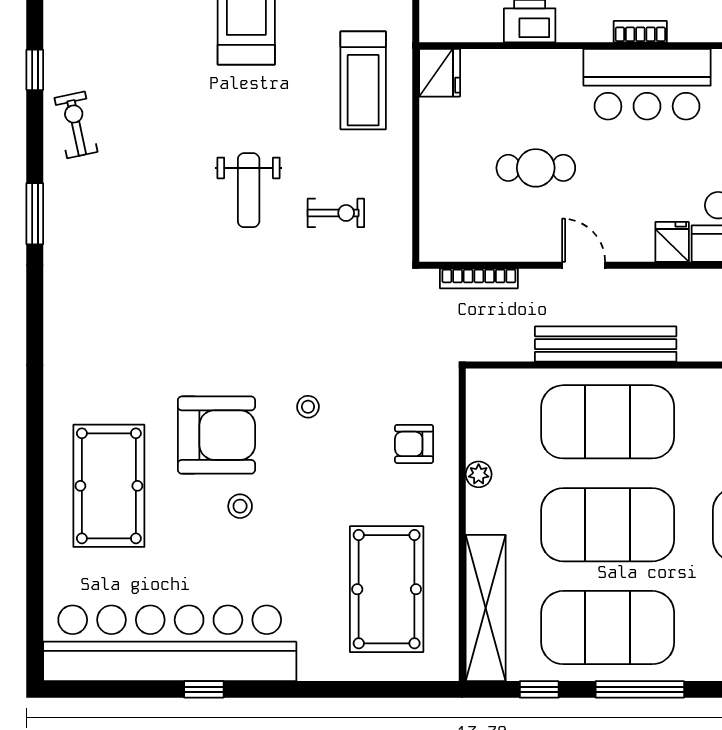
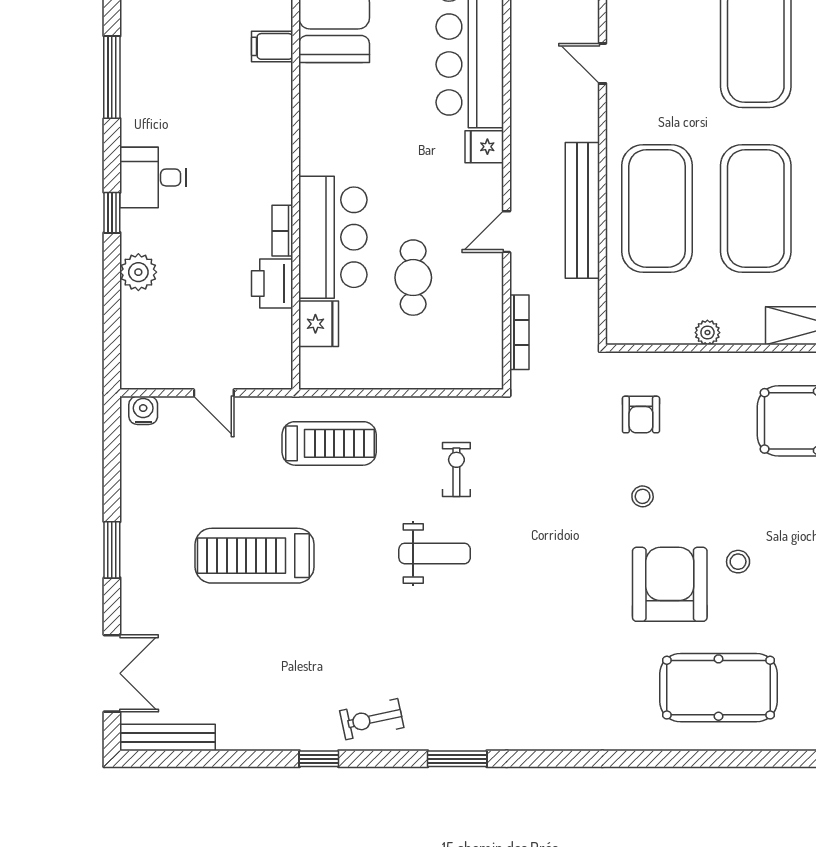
bookcase: (640, 32) -> (282, 231), moved
fridge: (440, 73) -> (319, 324), moved, turned 90
bar counter: (647, 84) -> (333, 237), moved
armchair: (414, 444) -> (641, 415), moved

